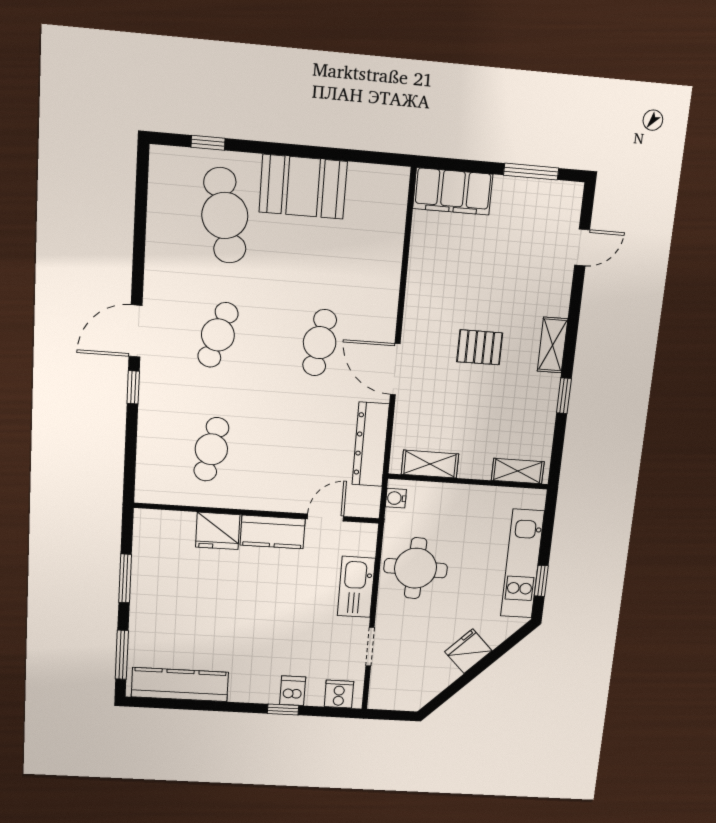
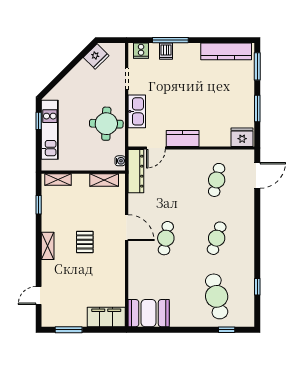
booth: (303, 187) -> (149, 313), moved
door: (136, 331) -> (257, 175), moved
pallet: (480, 347) -> (85, 242), turned 90
window: (133, 387) -> (257, 287), moved
window: (564, 396) -> (39, 205), moved
dresser: (371, 444) -> (136, 171), moved
fridge: (218, 531) -> (242, 137), moved
fridge: (468, 651) -> (96, 56), moved
window: (283, 710) -> (170, 40), width x2.17

